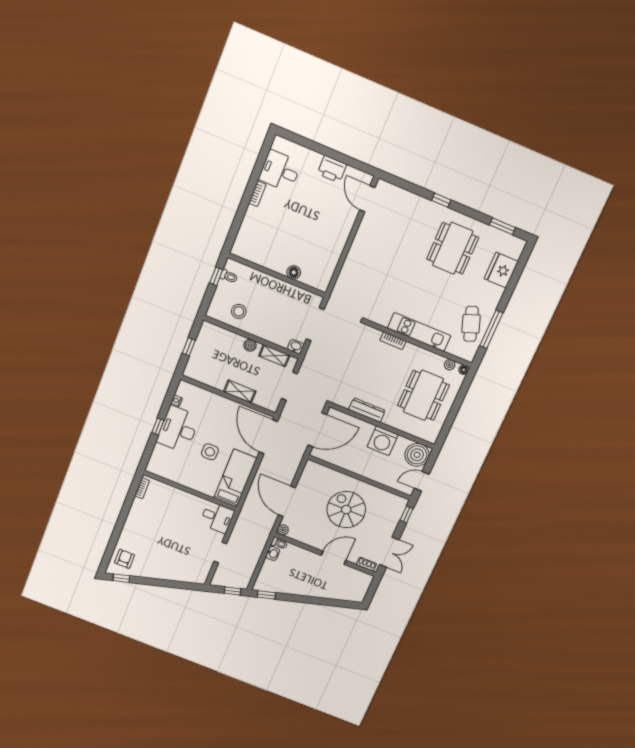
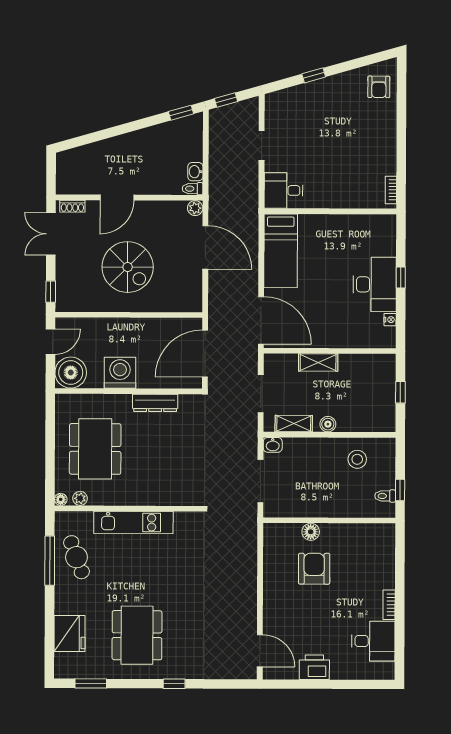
armchair: (302, 244) -> (314, 569), added
bookcase: (393, 341) -> (160, 500), removed
side table: (210, 452) -> (325, 272), removed
window: (121, 578) -> (314, 75), moved

